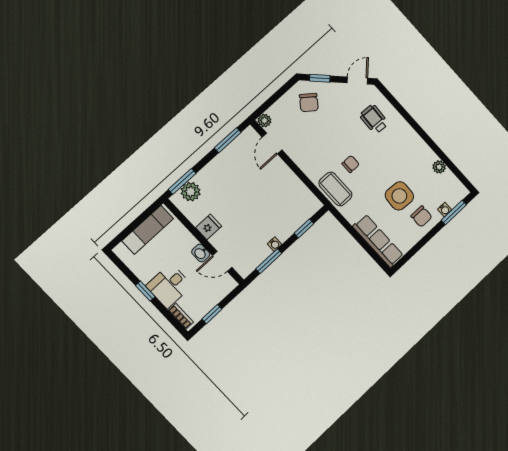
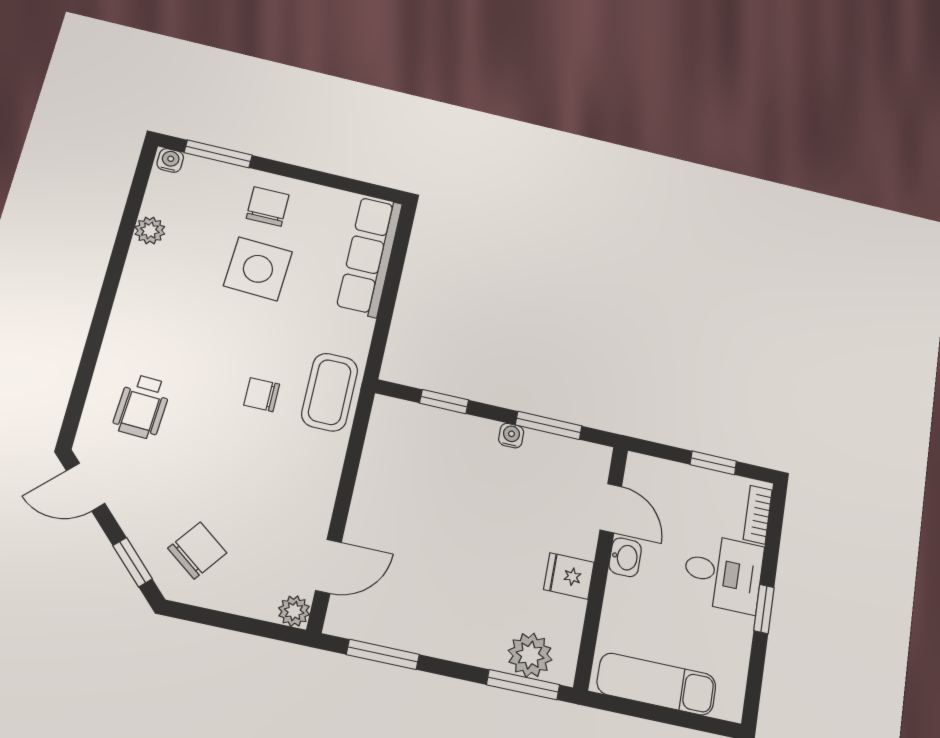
water cooler: (445, 210) -> (170, 160), moved

